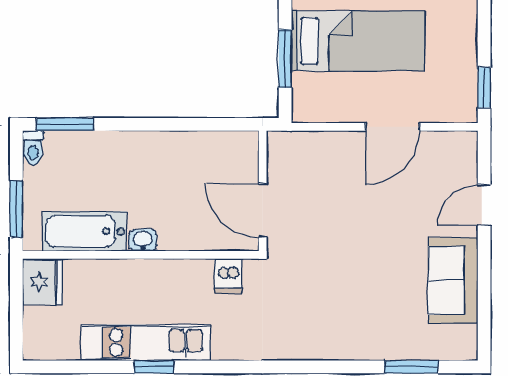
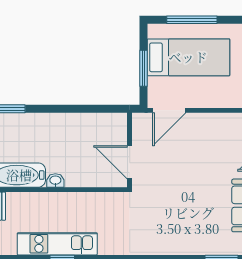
door: (392, 127) -> (169, 110), moved
dishwasher: (228, 276) -> (108, 203), removed

